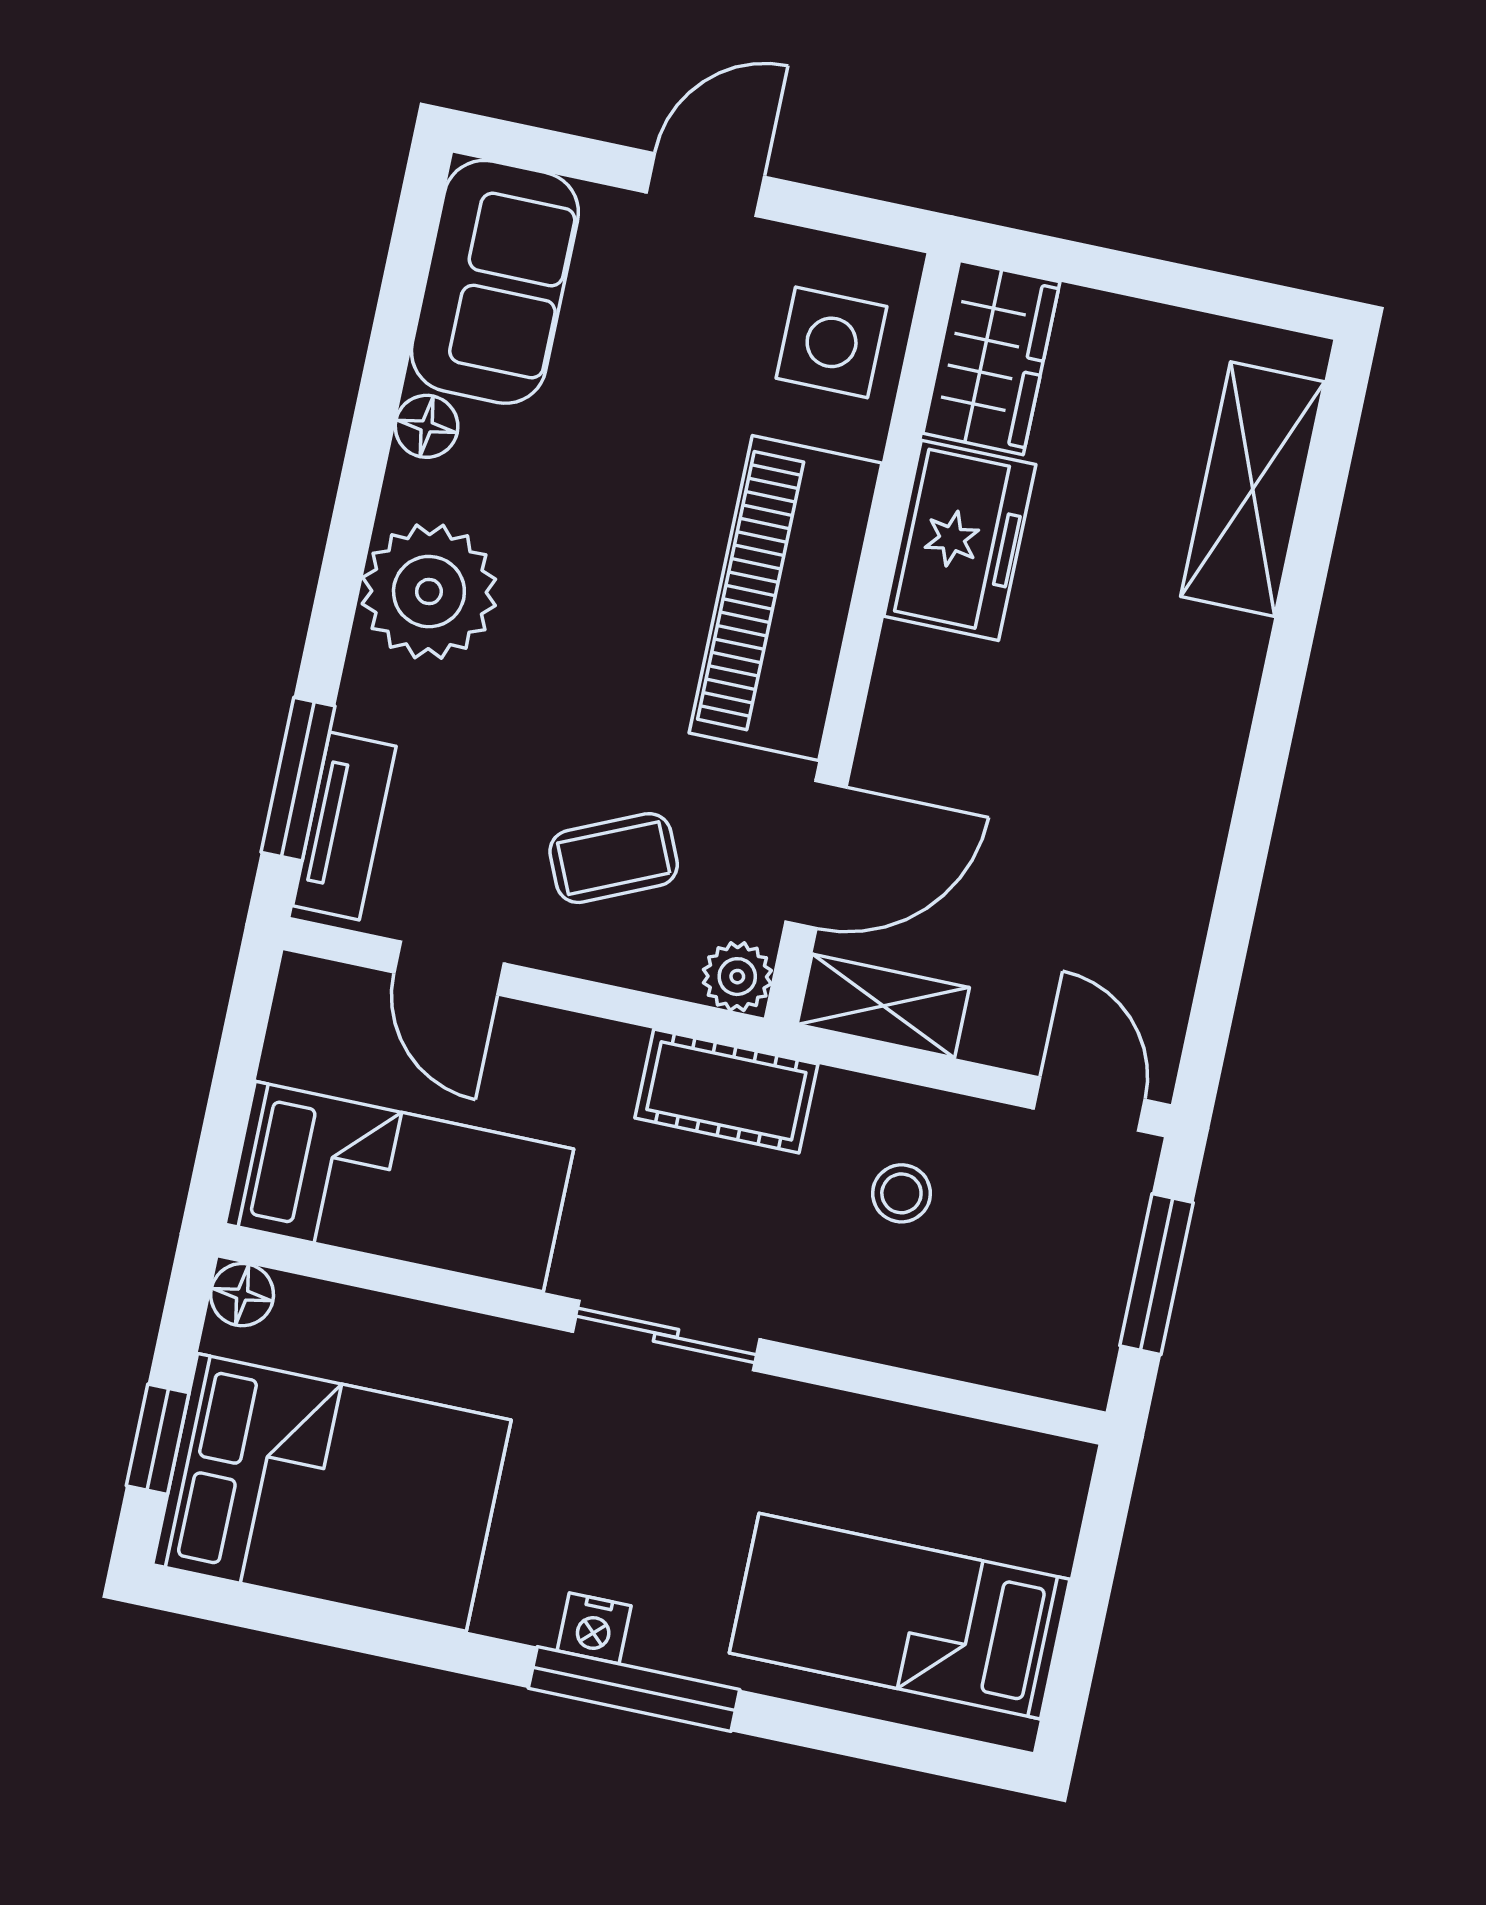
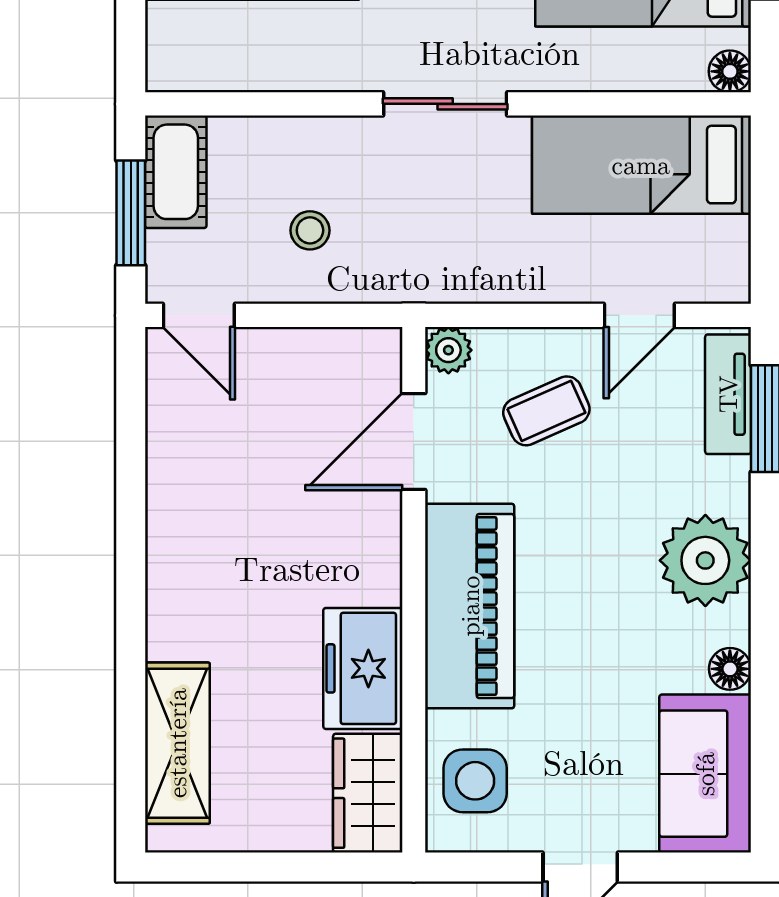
door: (449, 968) -> (639, 315), swing flipped
shelving: (883, 1006) -> (348, 351), removed
cot: (726, 1091) -> (176, 172), moved, turned 90

